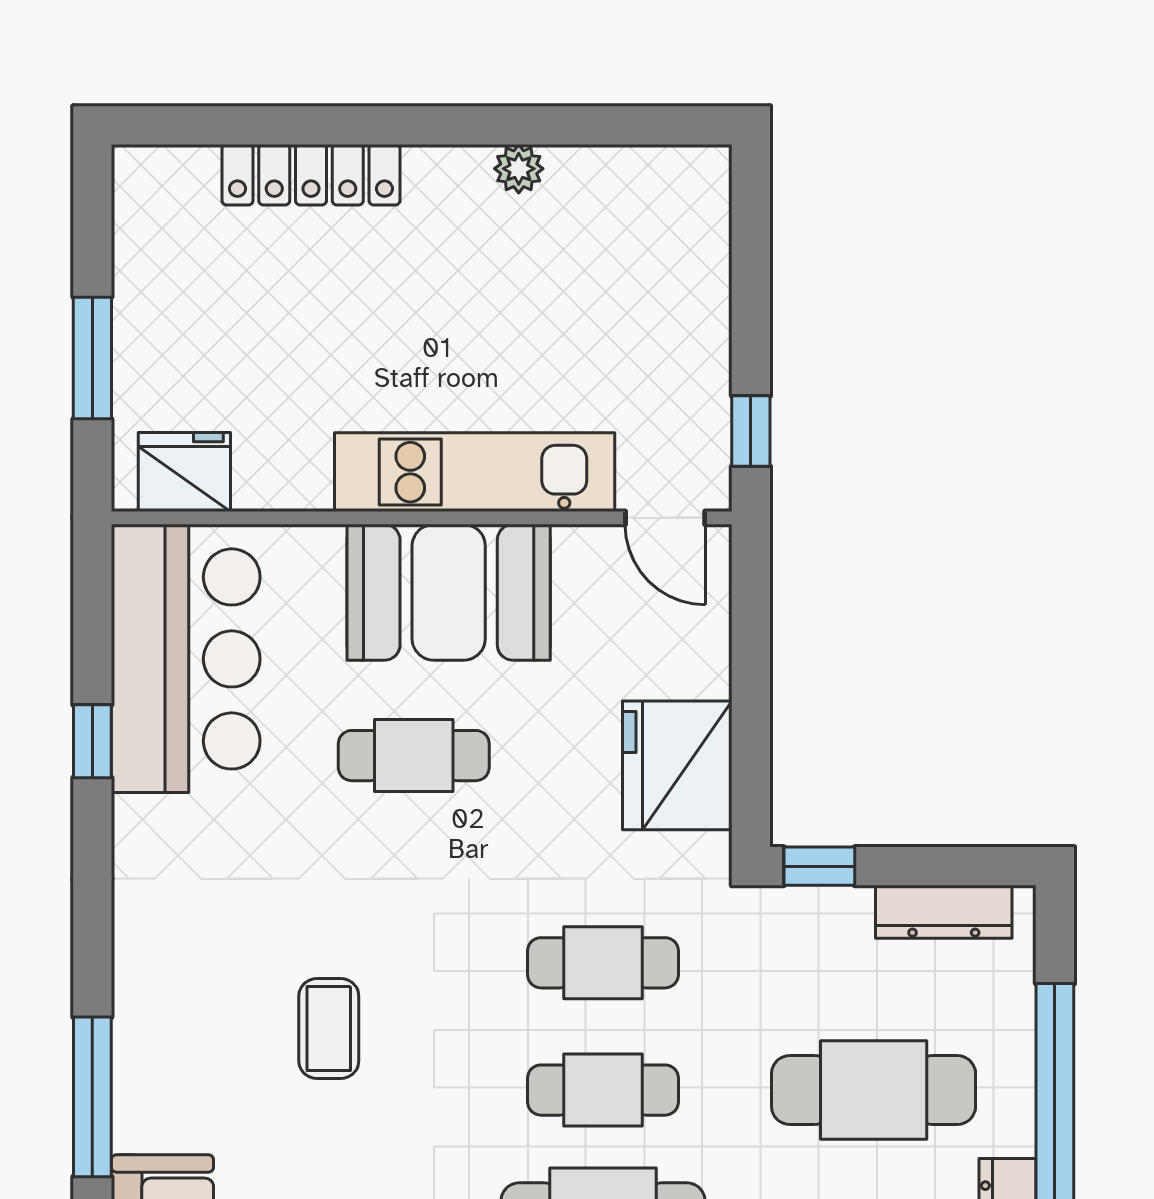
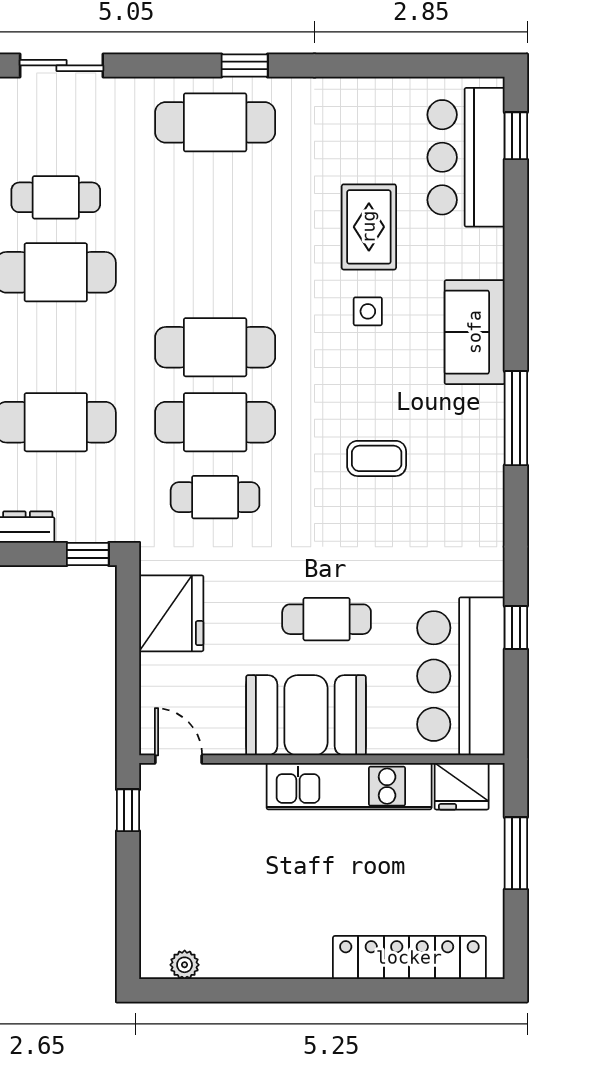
plant: (519, 169) -> (185, 965), moved
locker: (311, 175) -> (409, 958), width x1.41, depth x1.21
kitchen unit: (475, 472) -> (349, 786), moved
coffee table: (329, 1028) -> (377, 458), turned 90
cafe table: (603, 1090) -> (215, 422), width x1.37, depth x1.35

